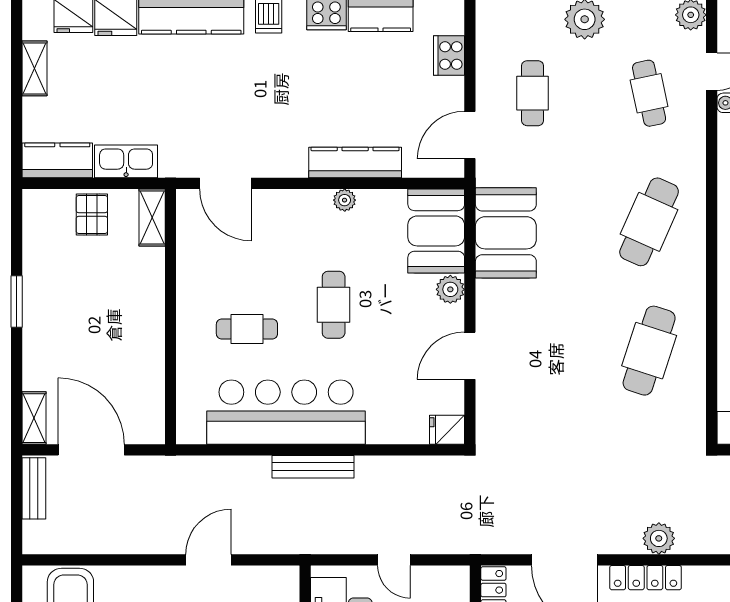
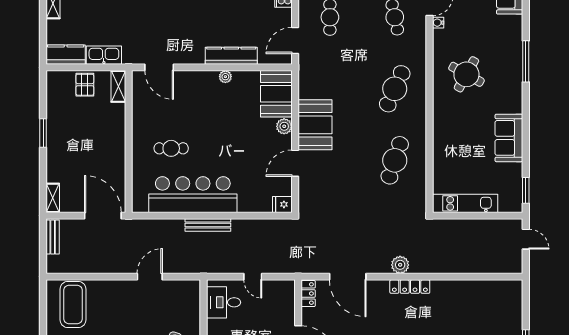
booth: (506, 233) -> (315, 125), moved
cafe table: (334, 305) -> (219, 135), removed
door: (91, 450) -> (103, 216), moved
locker: (646, 578) -> (410, 287), moved

